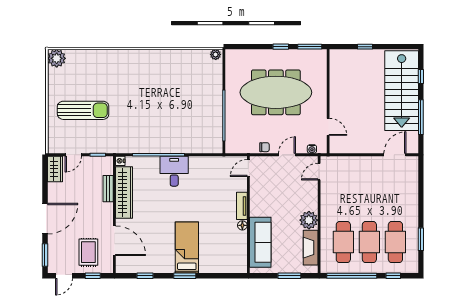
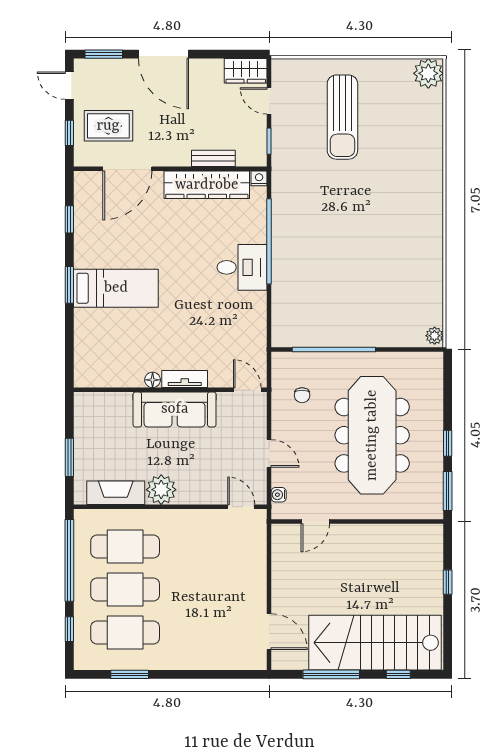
chair: (264, 147) -> (302, 395), moved
sofa: (260, 242) -> (175, 409), moved

